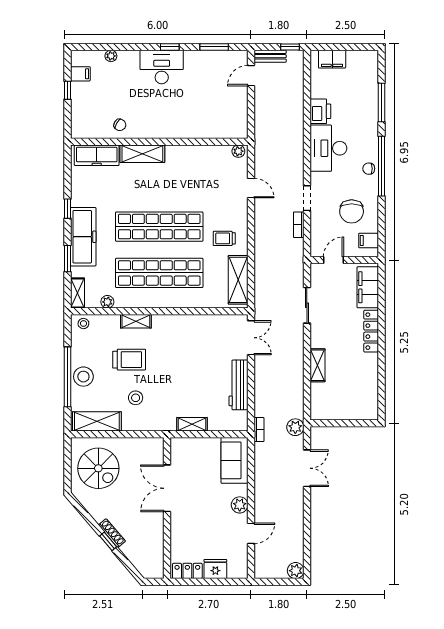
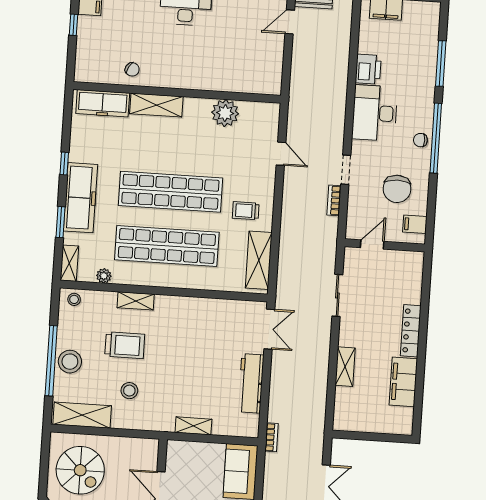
plant: (238, 151) -> (225, 113), moved, width x1.88, depth x1.88
filing cabinet: (368, 287) -> (403, 382), moved
plant: (295, 427) -> (314, 437), removed

